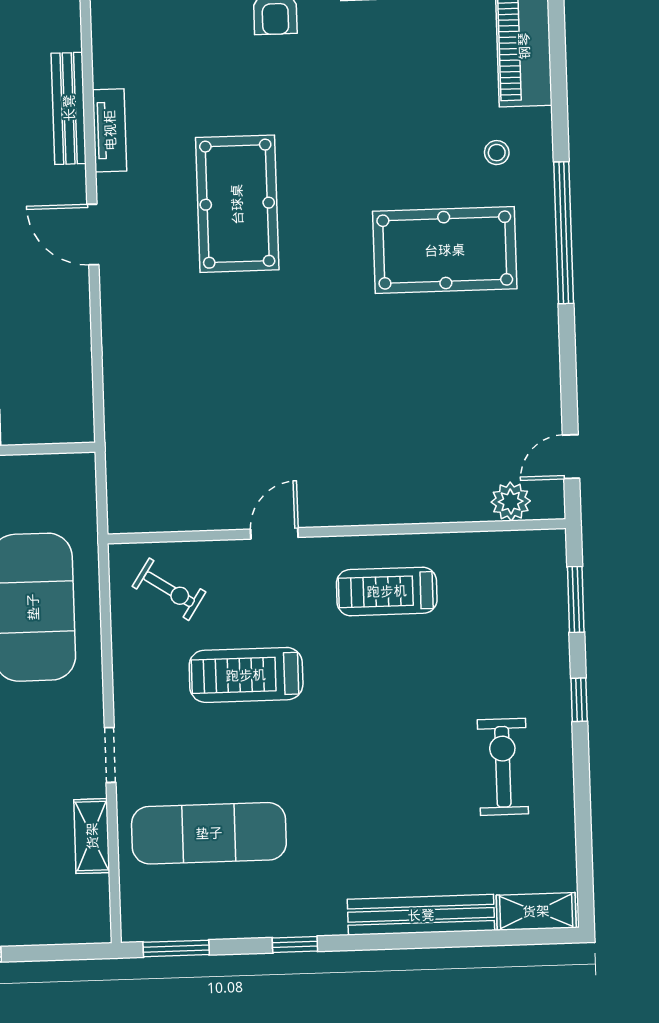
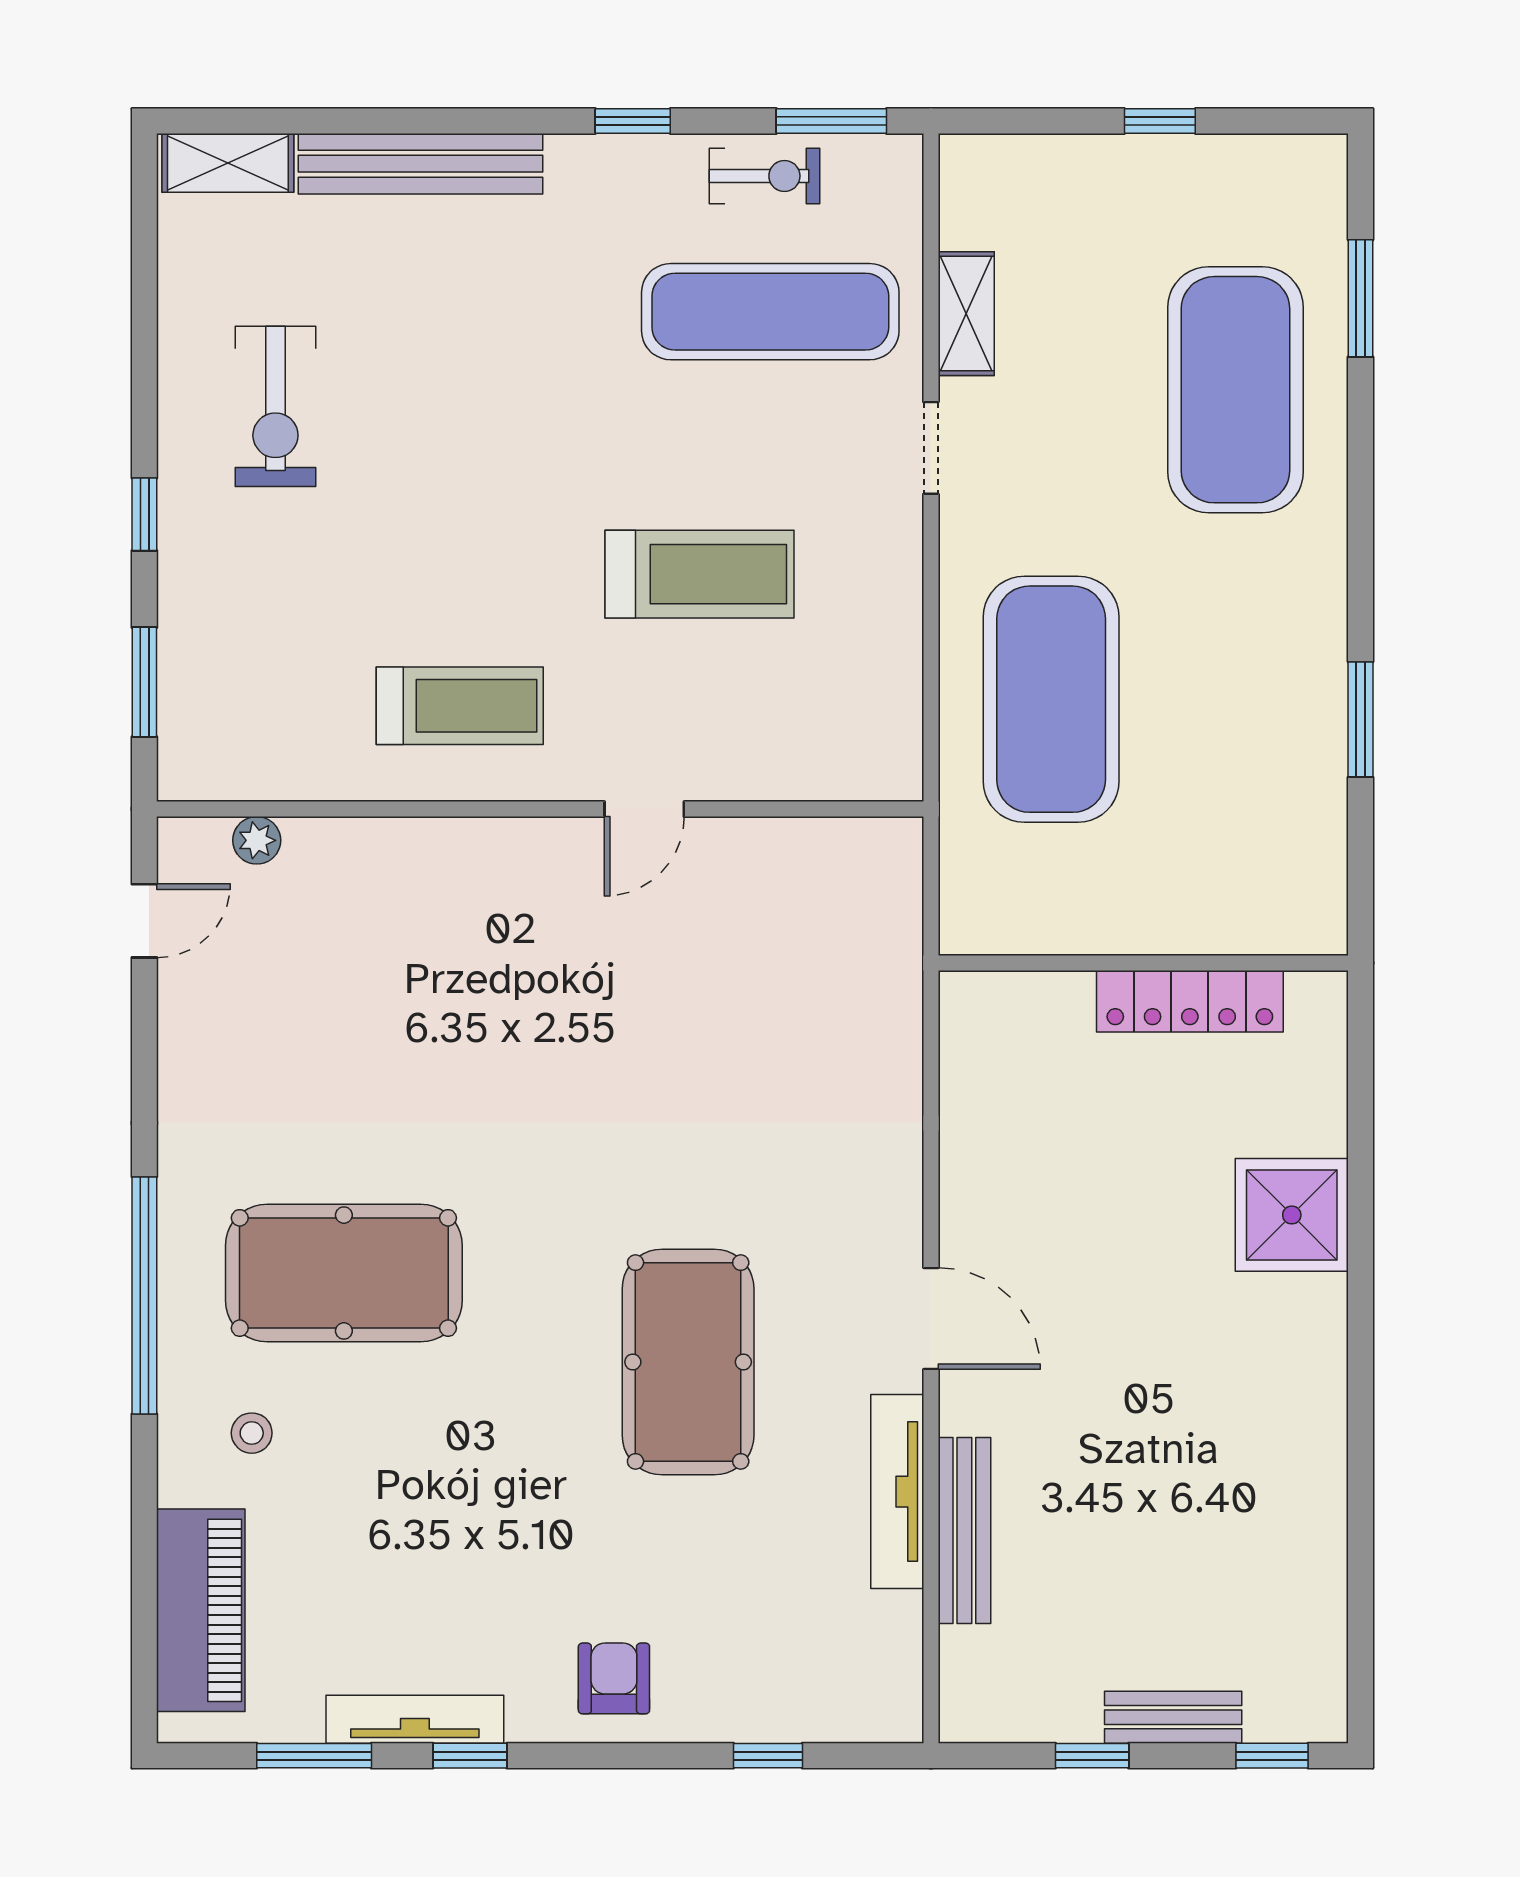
tv unit: (110, 130) -> (897, 1492), width x1.41
plant: (511, 501) -> (257, 840), width x0.73, depth x0.73
exercise bike: (169, 589) -> (765, 176), moved, turned 147

